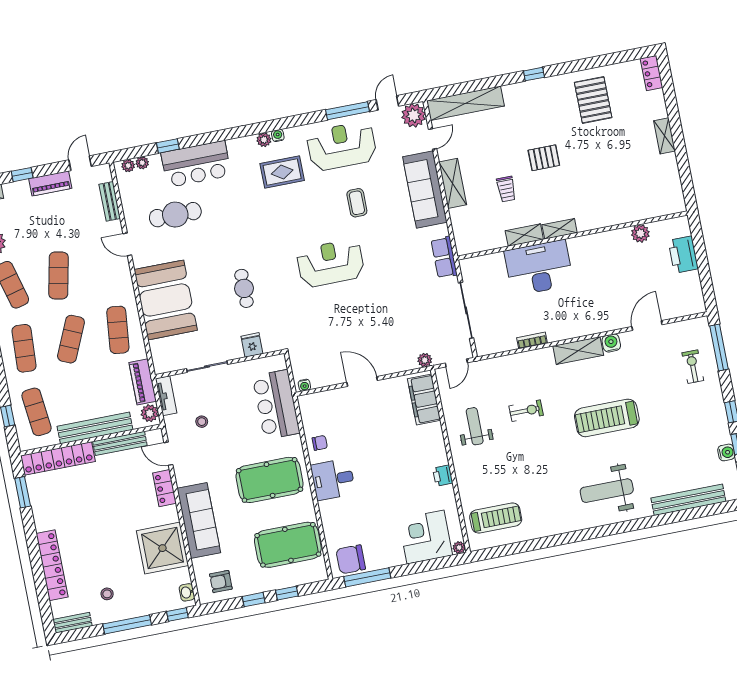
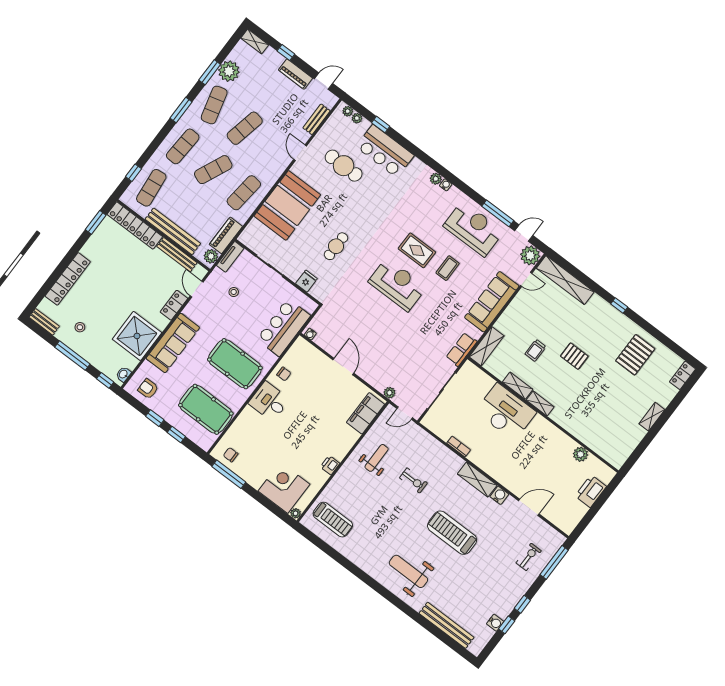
rug: (282, 172) -> (417, 250), moved
shelving: (453, 183) -> (487, 346), moved
chair: (351, 559) -> (231, 455), width x0.54, depth x0.54

